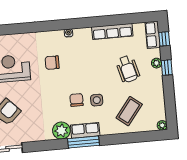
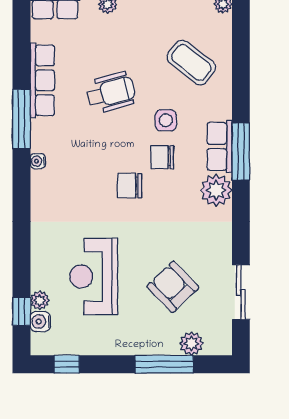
window: (90, 22) -> (22, 119), added
chair: (52, 63) -> (129, 186), moved, turned 90
wheelchair: (128, 69) -> (111, 93), moved

